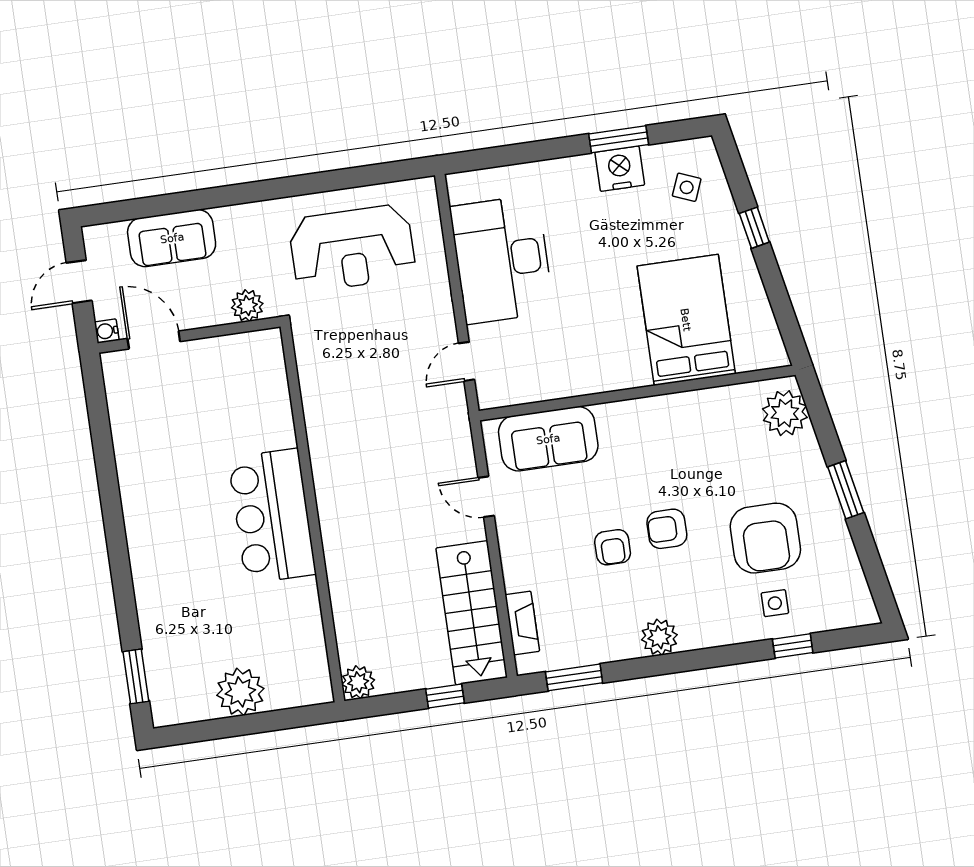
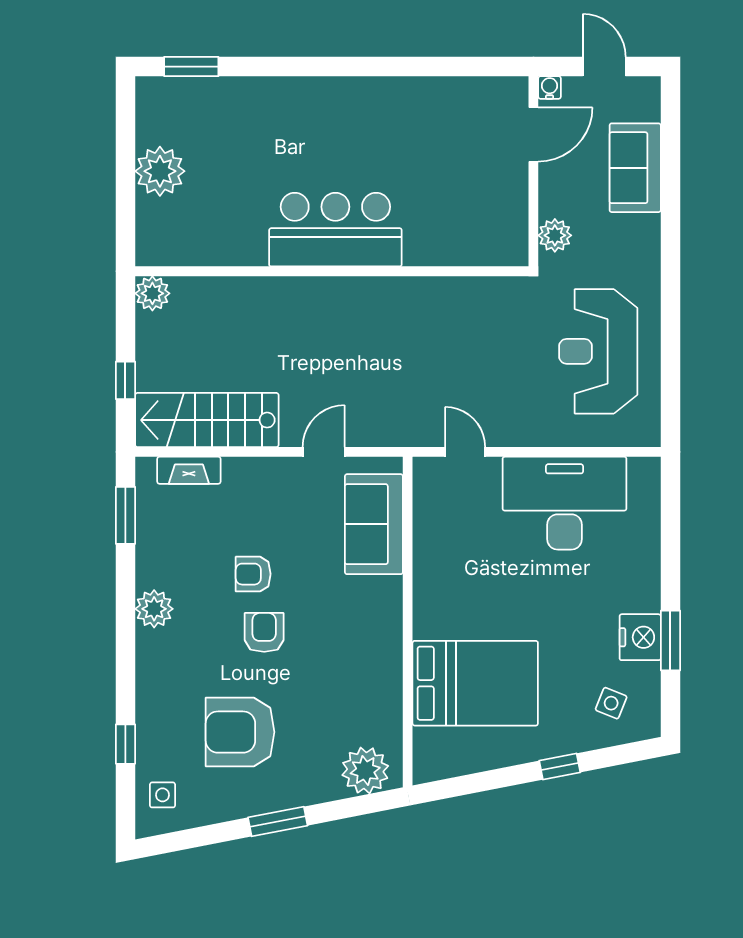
side table: (775, 603) -> (162, 795), moved

